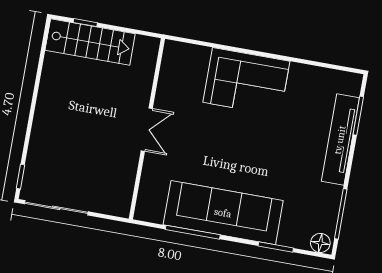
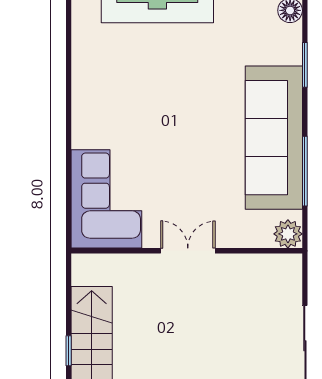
corner sofa: (246, 82) -> (106, 199), moved
plant: (146, 210) -> (288, 234), added

